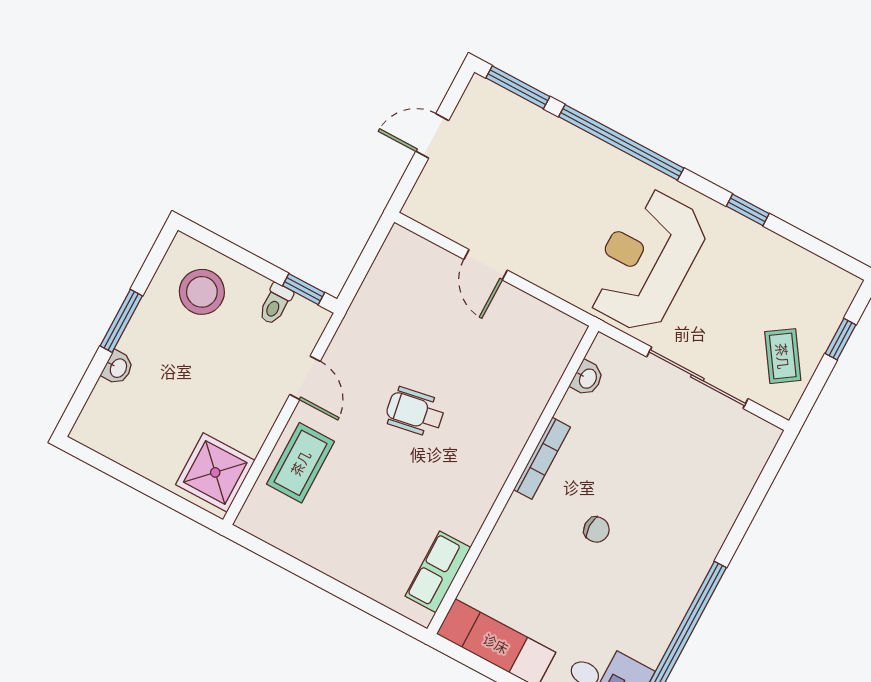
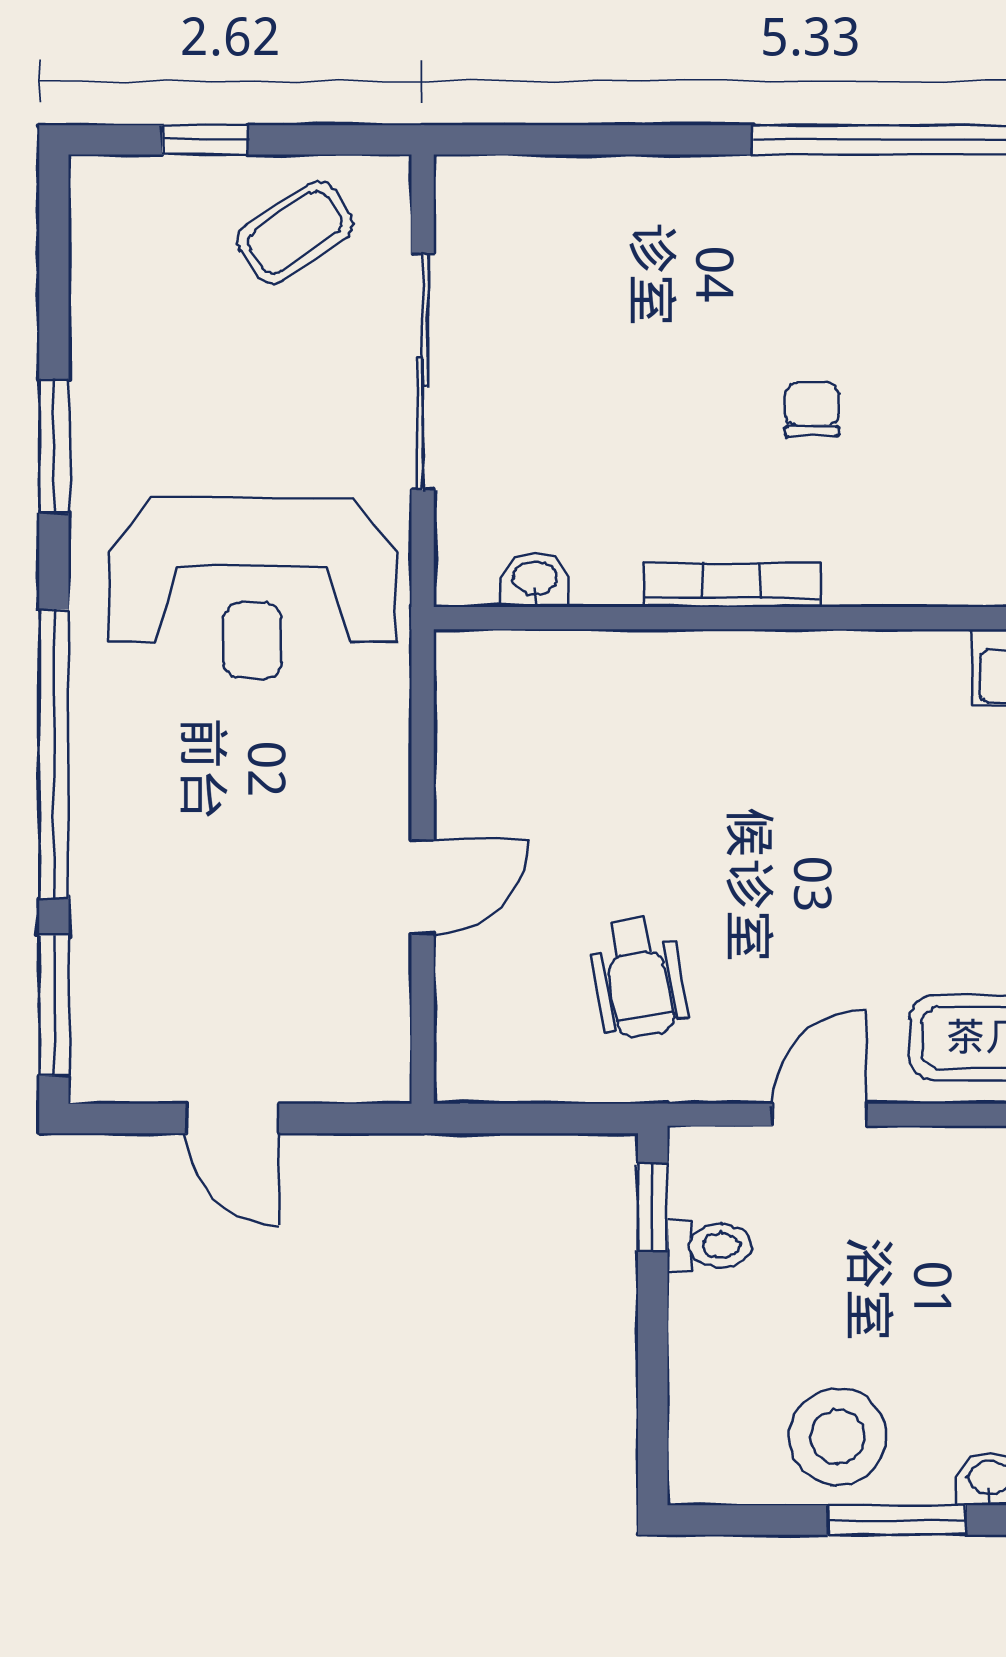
window: (748, 210) -> (54, 446), width x1.50
stool: (202, 292) -> (838, 1437), moved
wheelchair: (415, 412) -> (638, 977), moved

